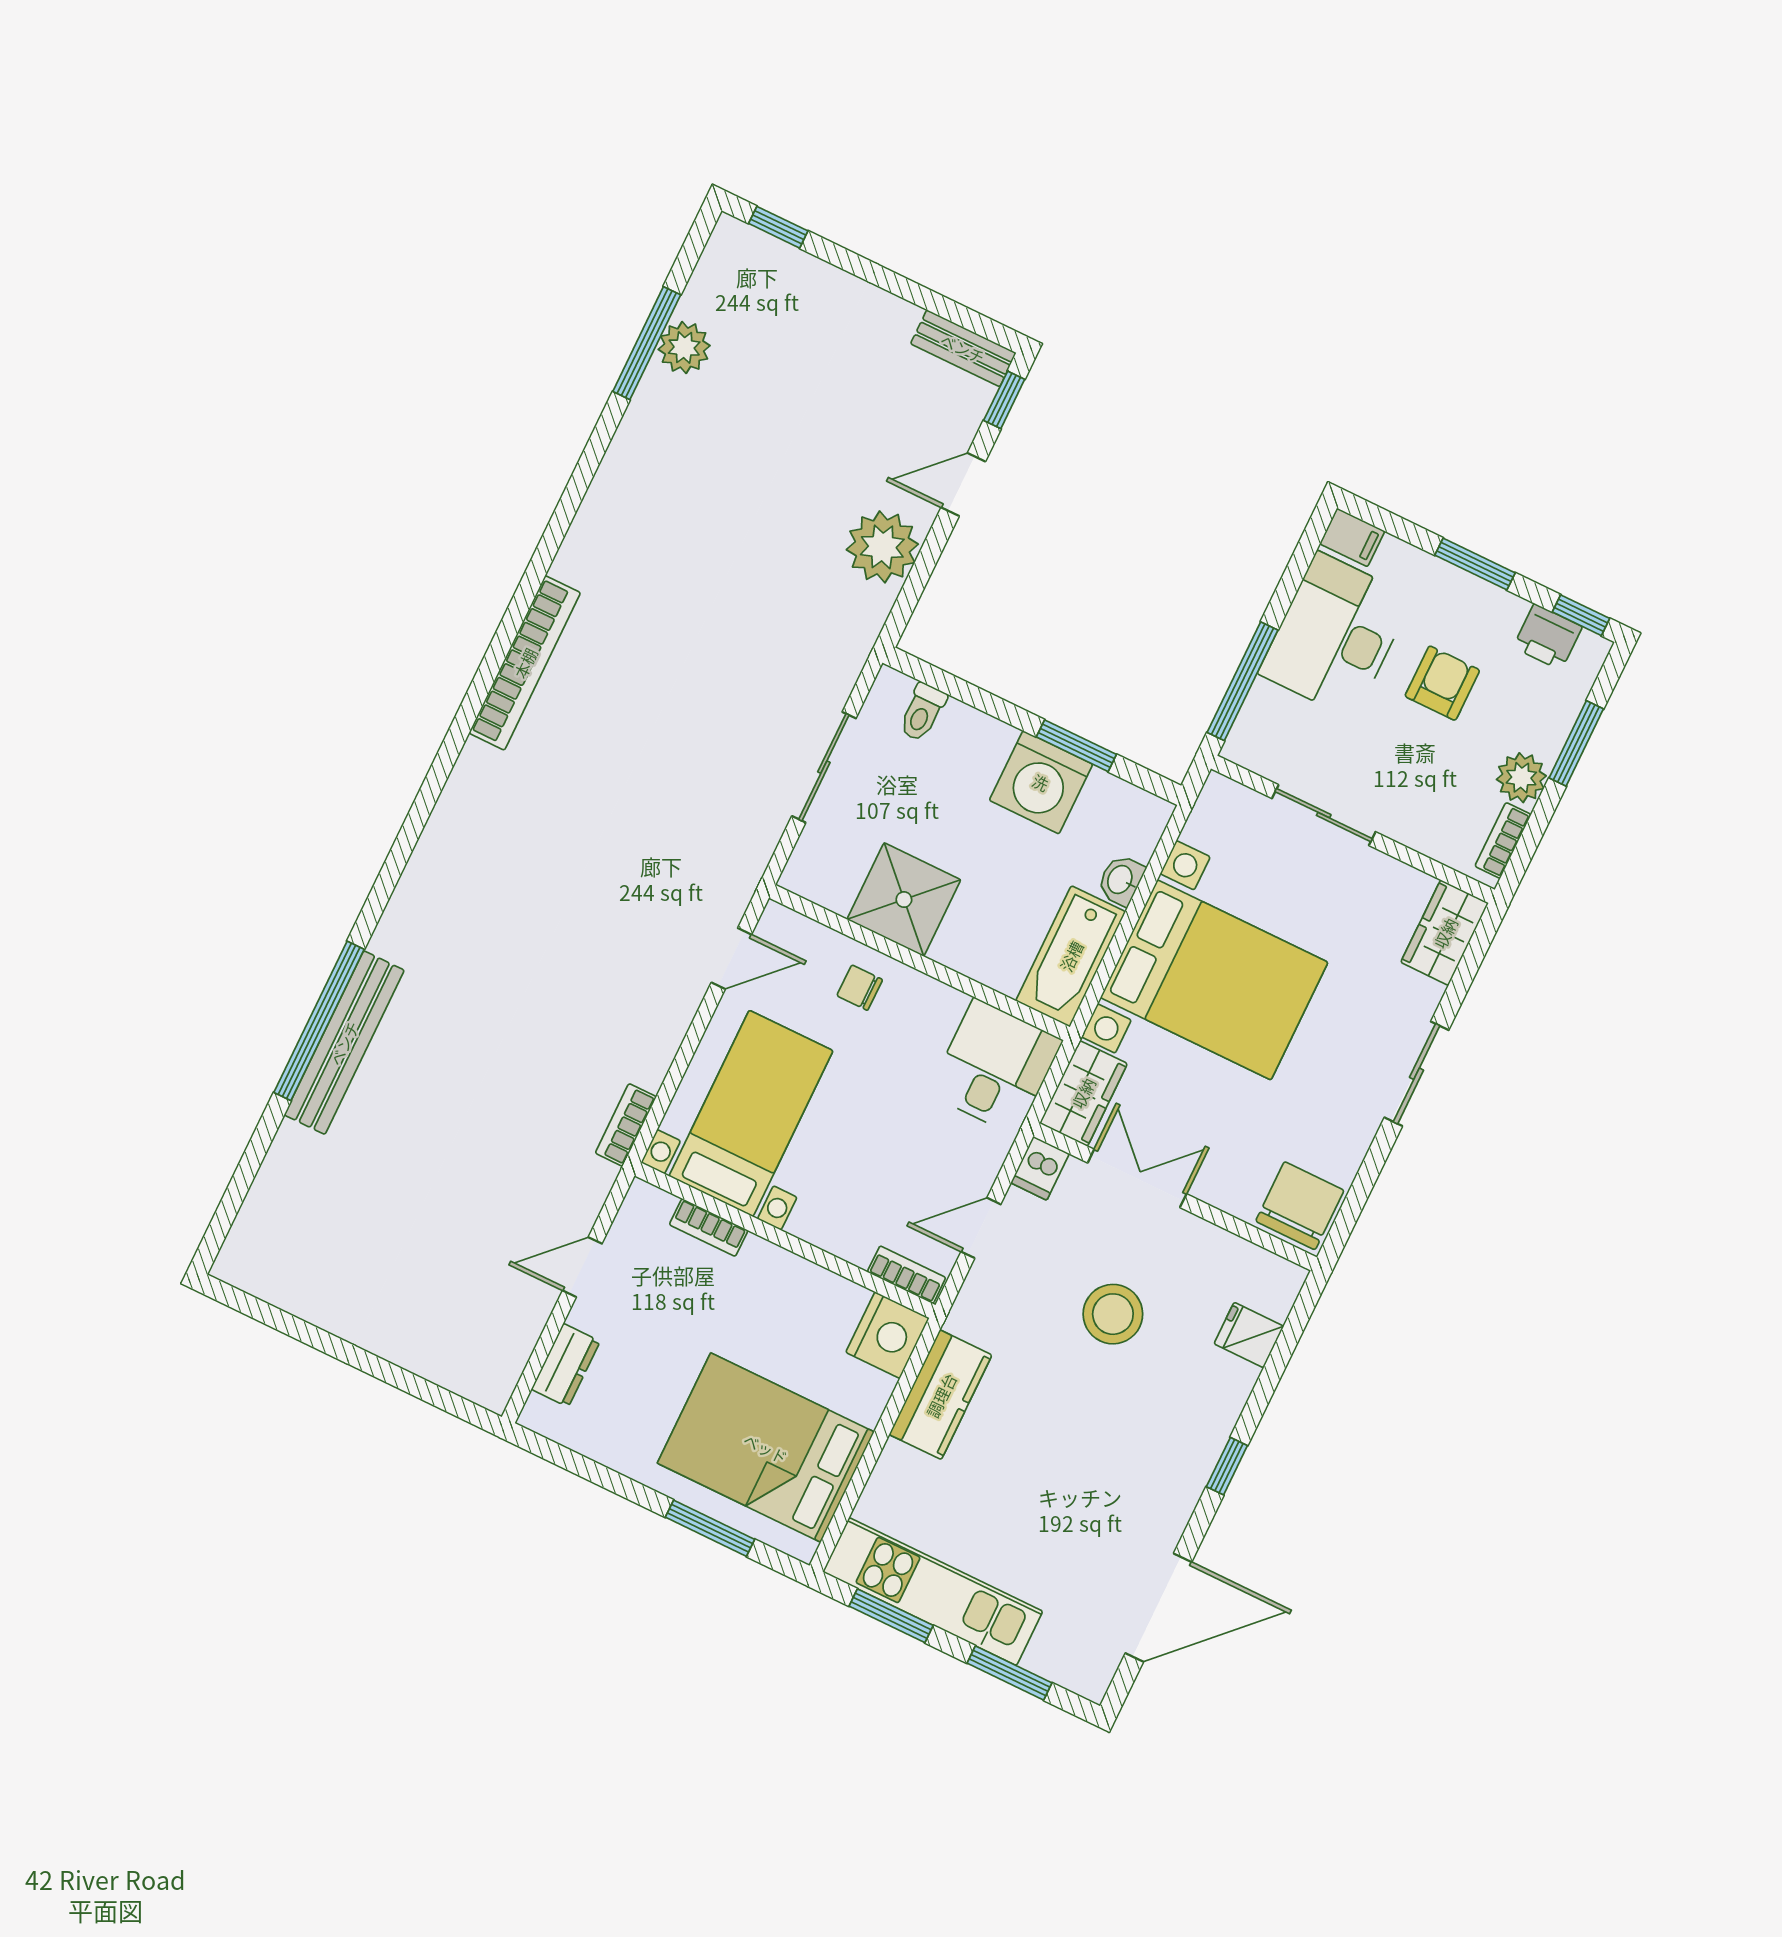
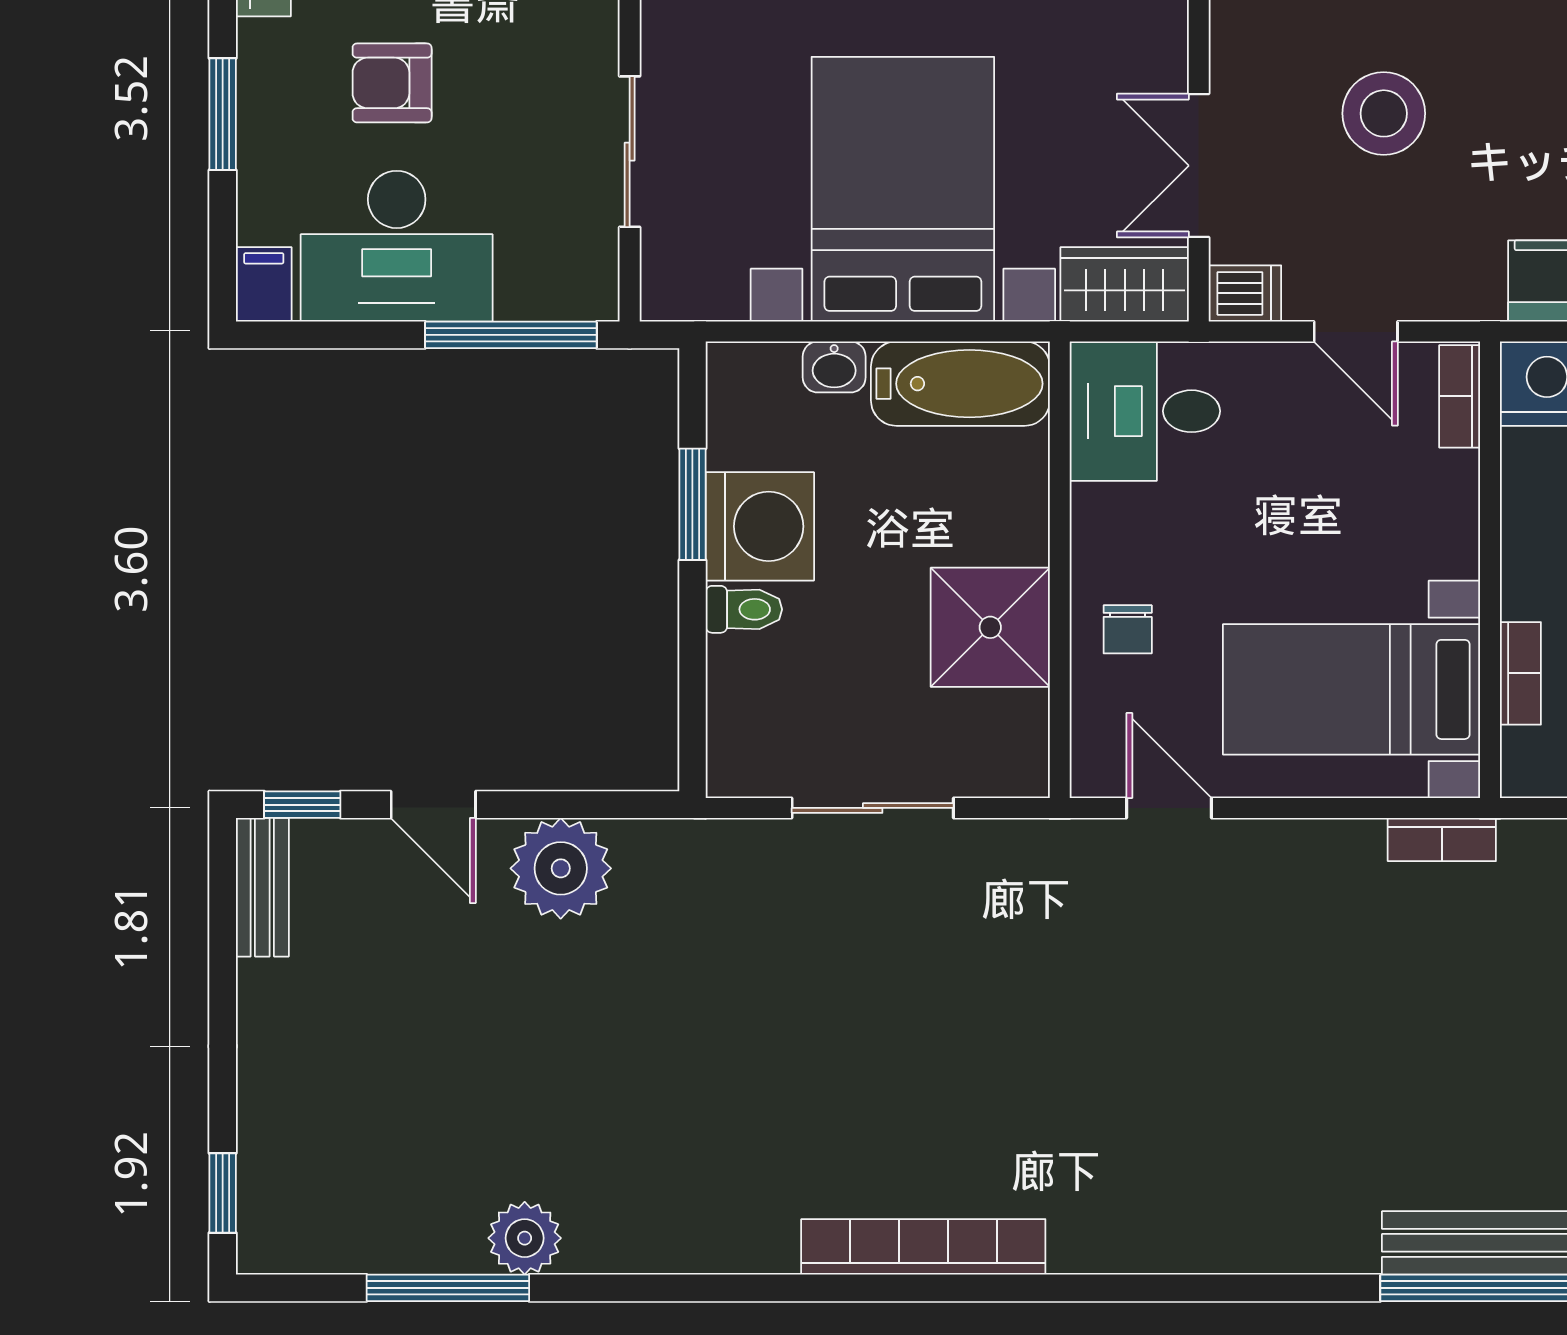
plant: (684, 348) -> (525, 1238), moved
toilet: (922, 712) -> (744, 609), moved

